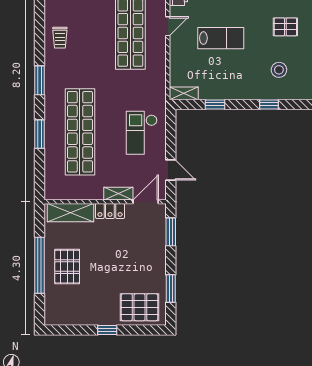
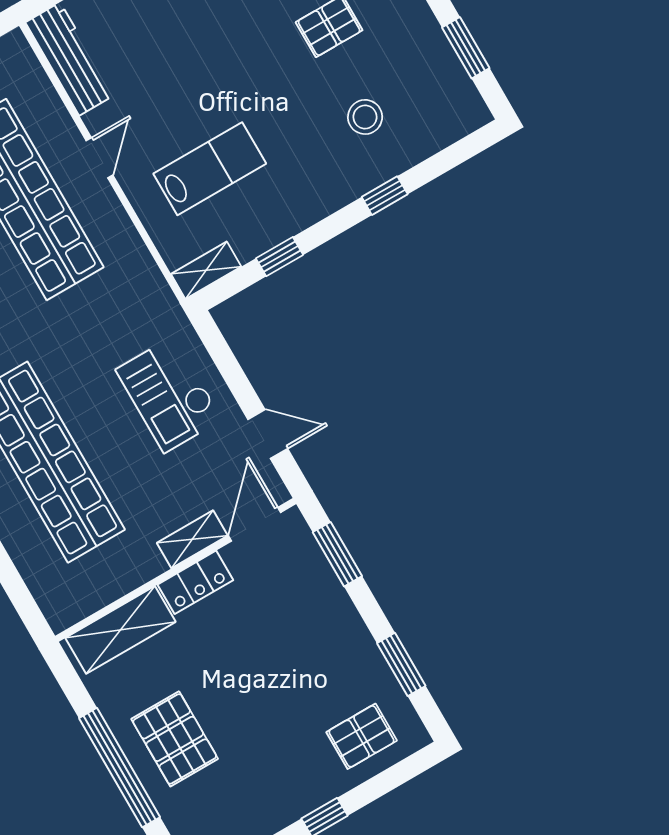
lab bench: (221, 38) -> (210, 169), moved
pallet: (140, 307) -> (362, 736), width x0.67, depth x0.71

